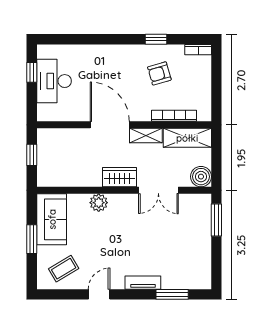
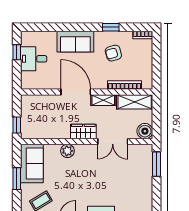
sofa: (109, 58) -> (75, 42), added
desk: (54, 81) -> (34, 59), width x0.73
window: (32, 155) -> (17, 125), moved

